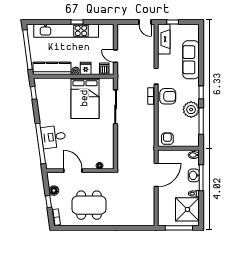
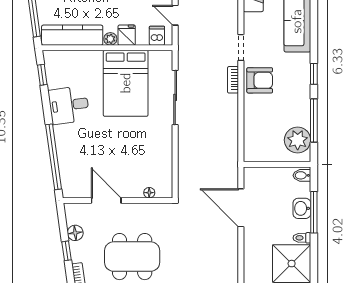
plant: (191, 110) -> (298, 140), moved
desk: (53, 137) -> (69, 105), moved
armchair: (167, 139) -> (259, 149), removed
door: (156, 175) -> (241, 208), swing flipped

